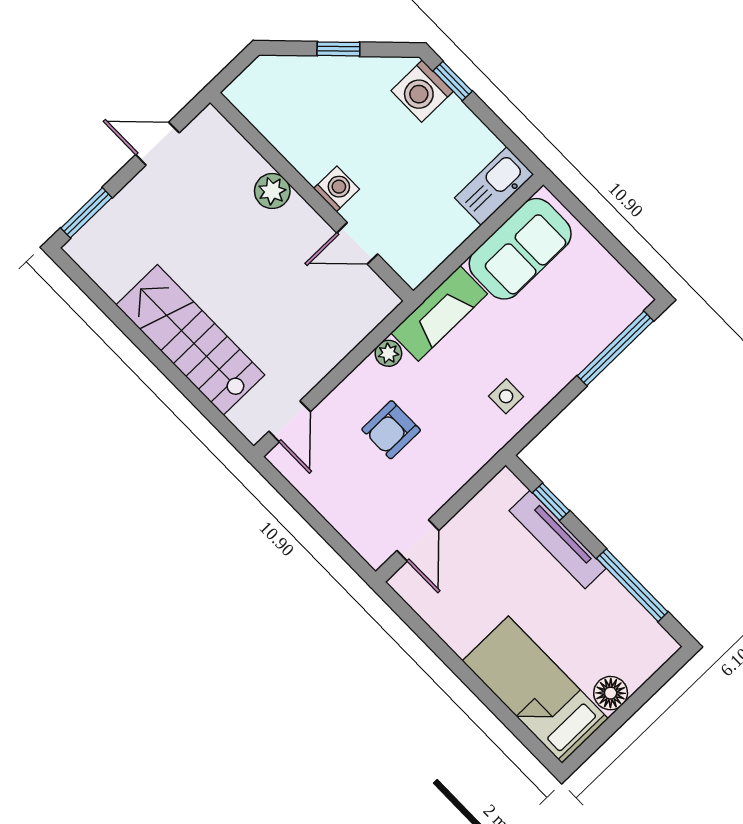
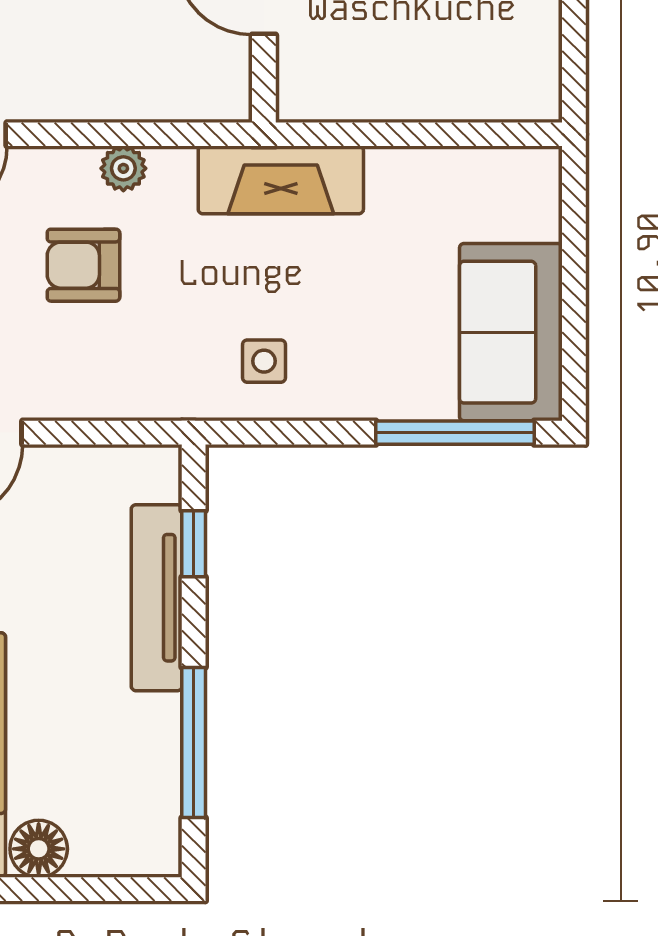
kitchen sink: (494, 186) -> (500, 90), removed
sofa: (520, 249) -> (511, 332), moved, turned 90
plant: (388, 353) -> (123, 168), moved

